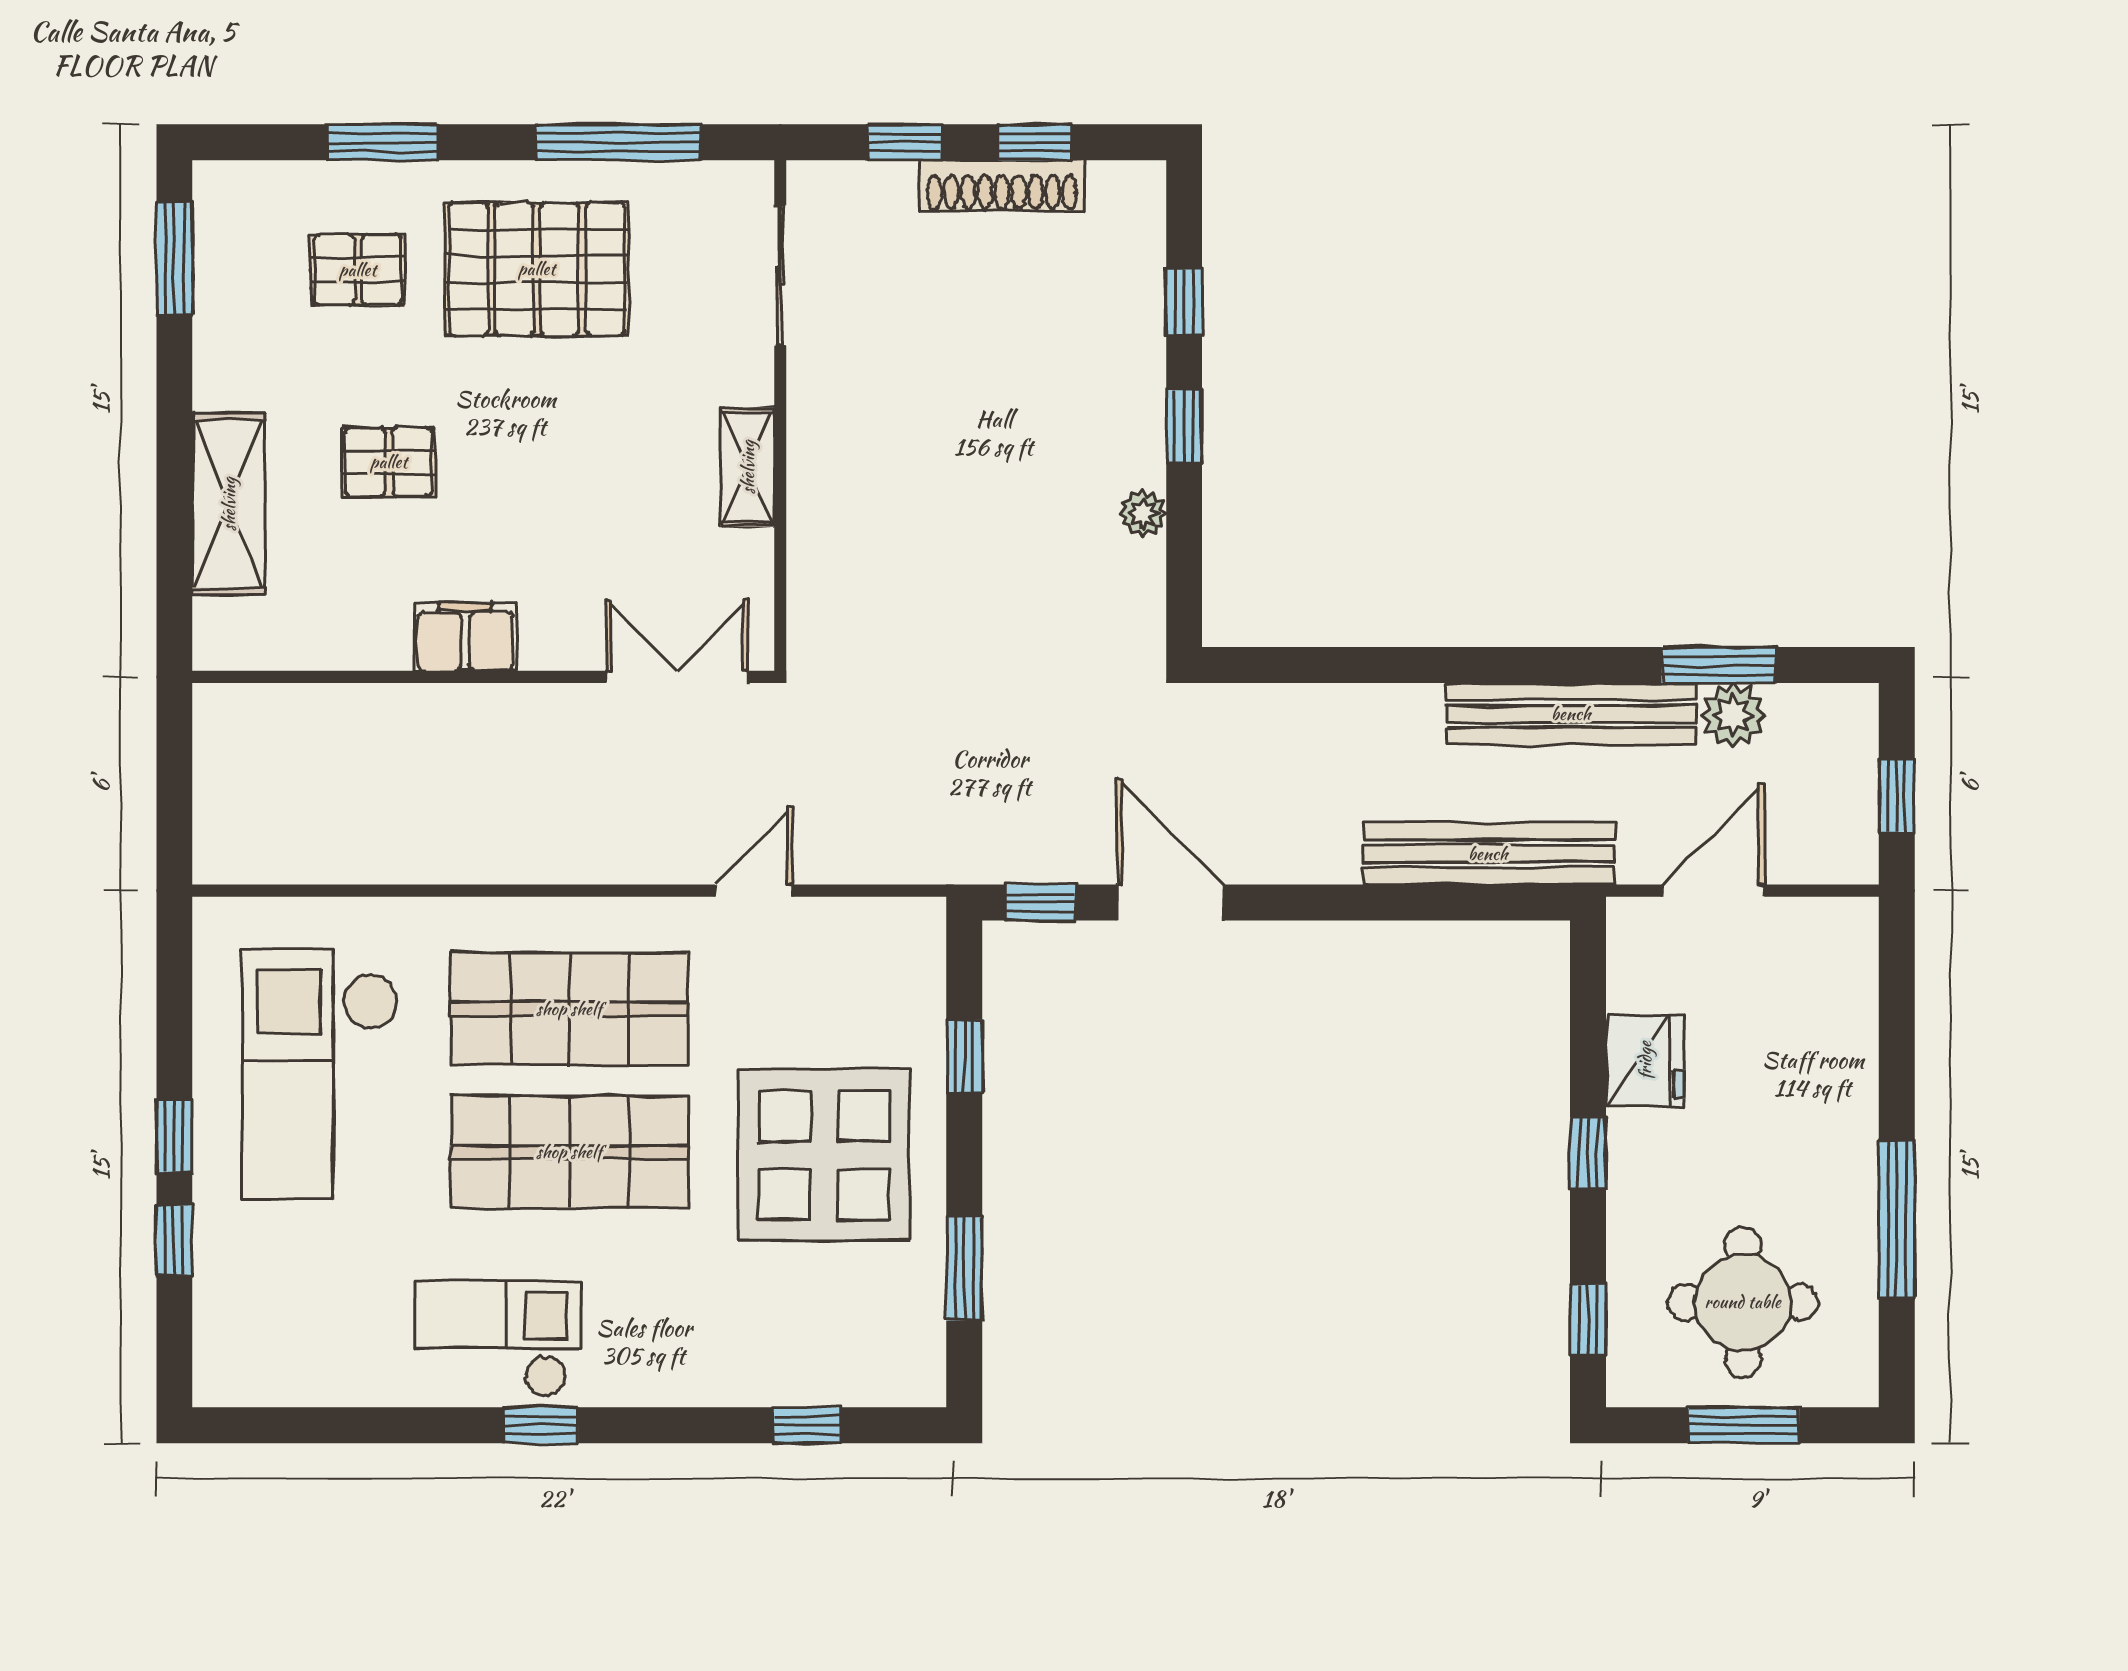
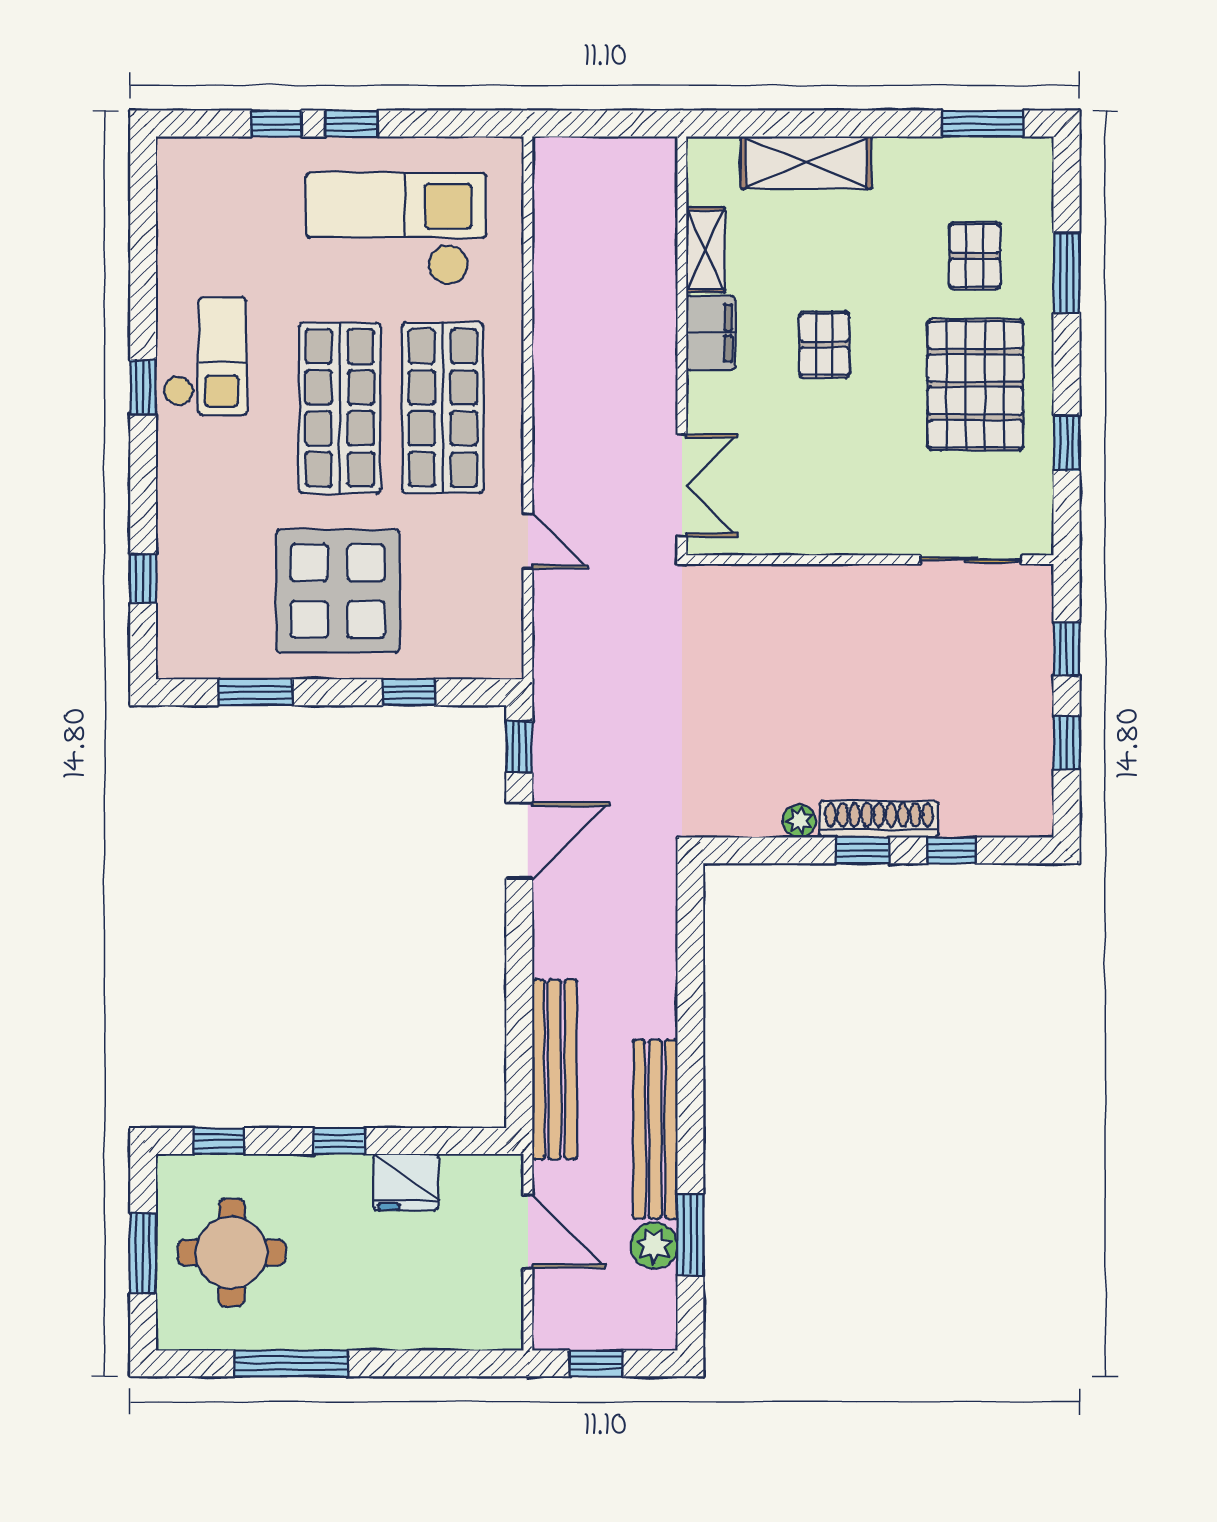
window: (618, 142) -> (1067, 443), width x0.46
shoe rack: (1002, 186) -> (879, 819), moved, turned 90
pallet: (389, 462) -> (824, 345), moved
shelving: (748, 467) -> (705, 250), moved, turned 90

